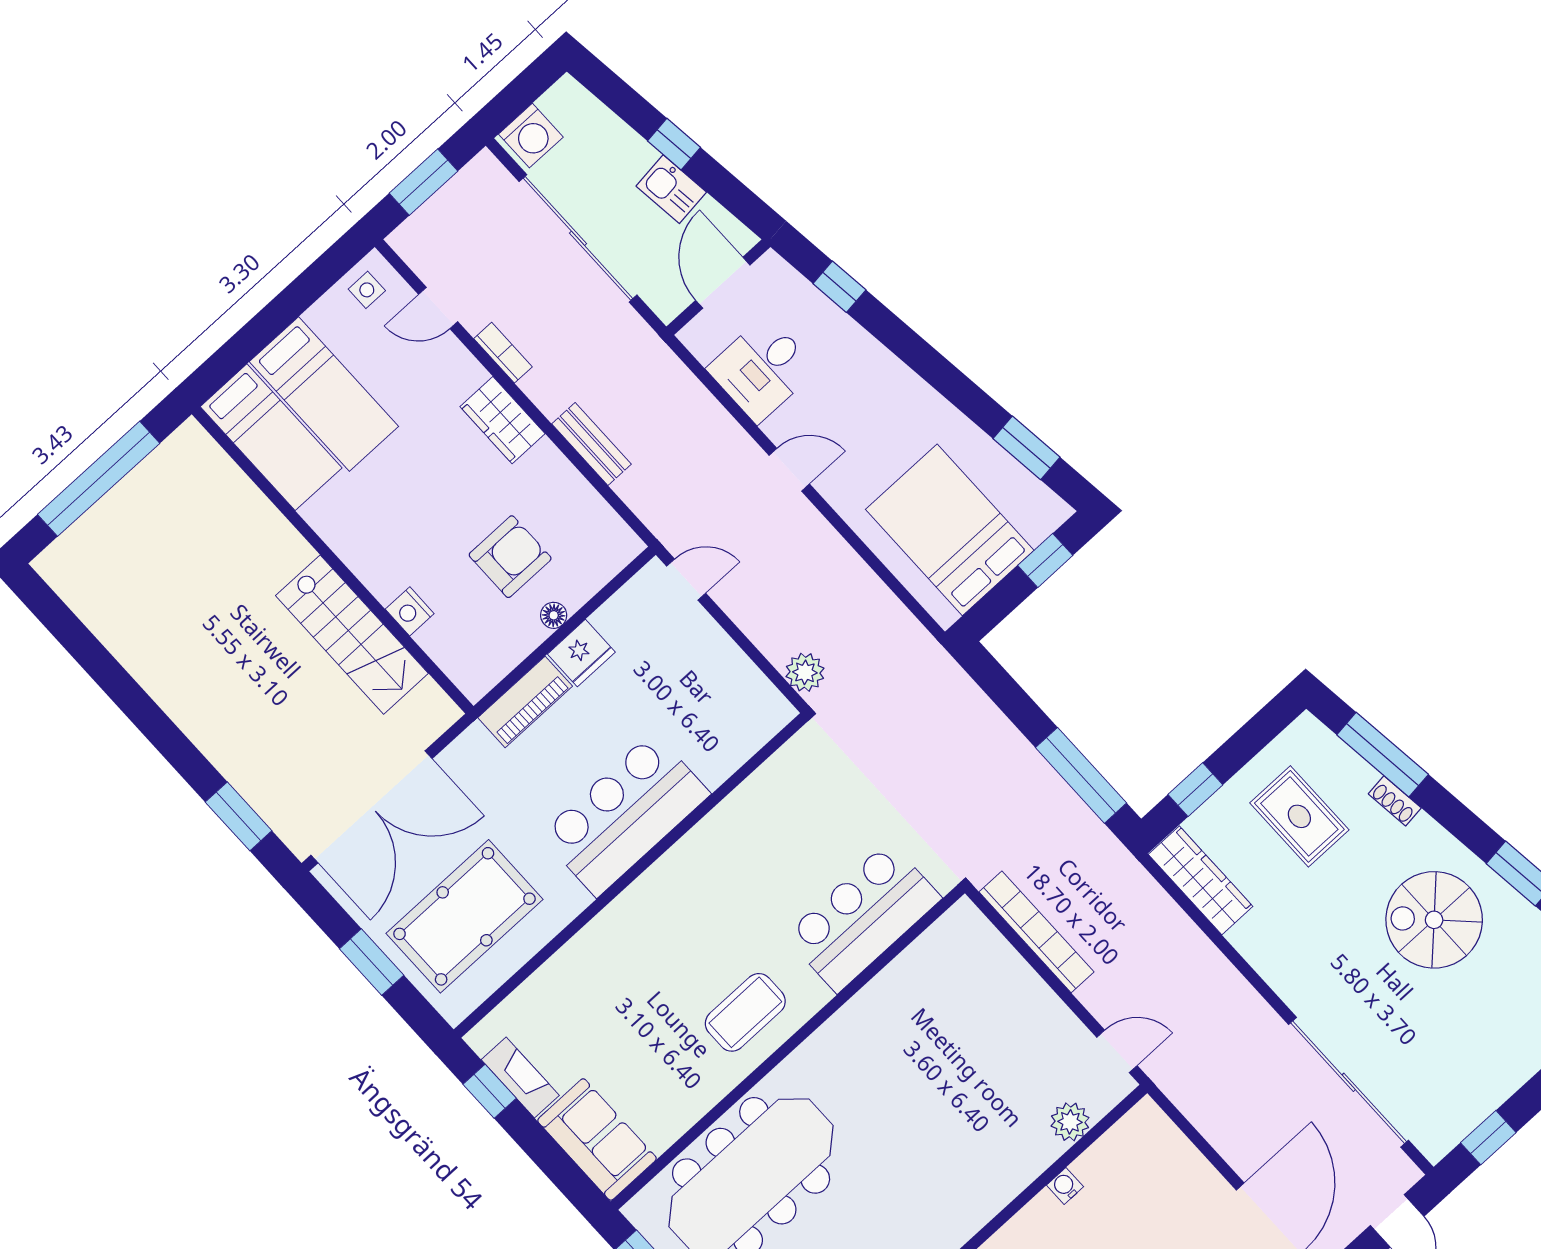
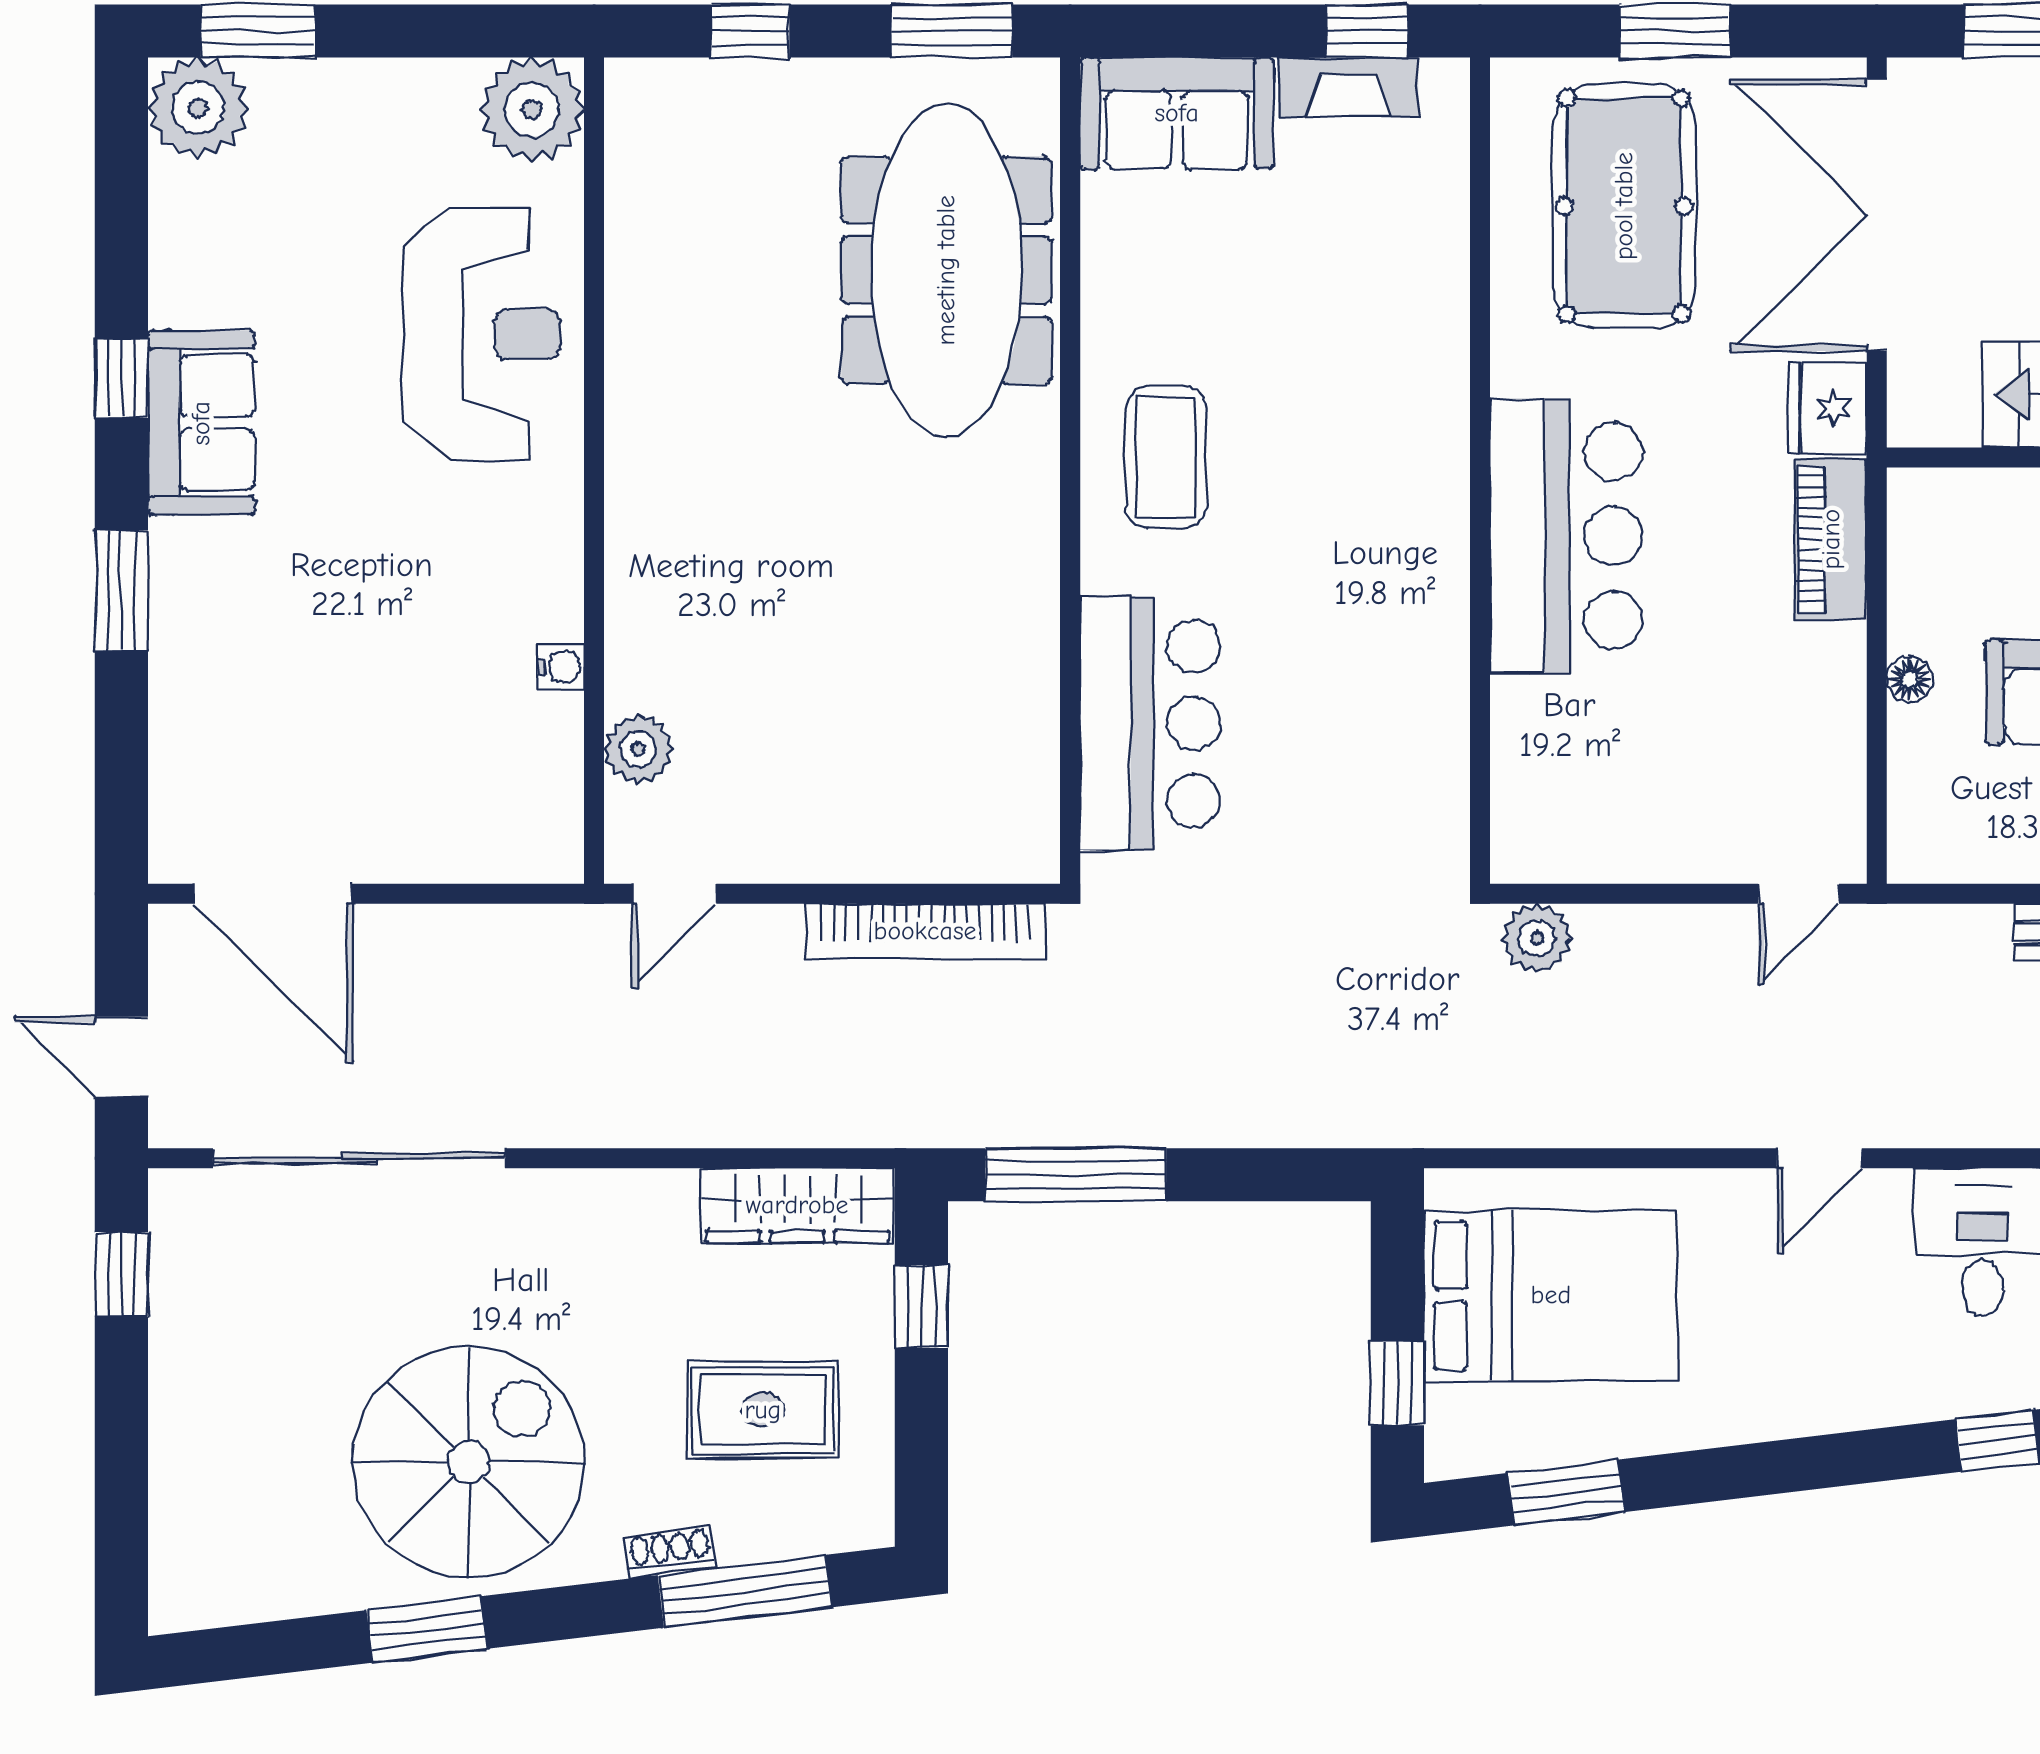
fridge: (581, 653) -> (1828, 408), moved
spiral stairs: (1434, 920) -> (469, 1462), width x1.37, depth x1.37

